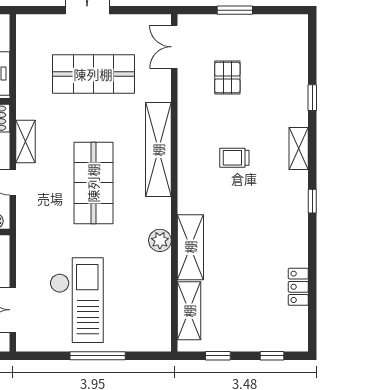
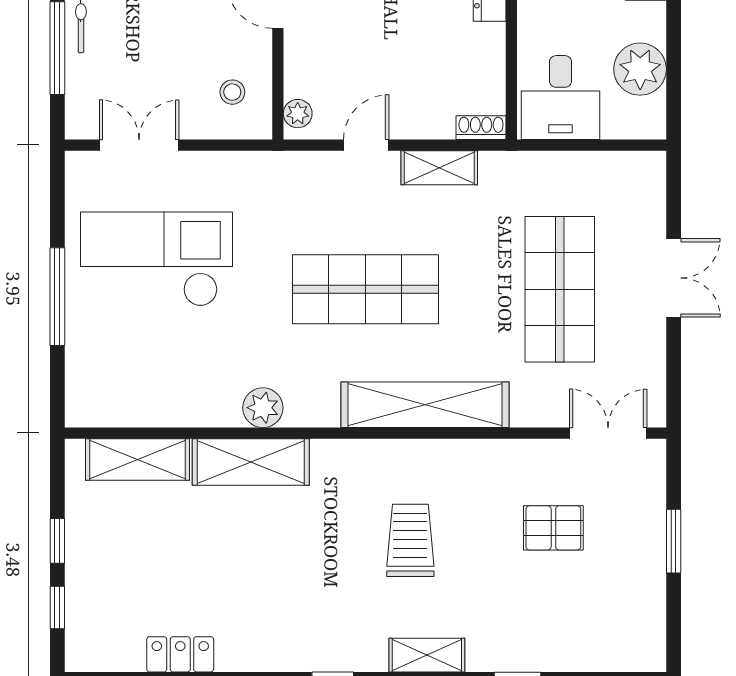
trolley: (234, 158) -> (410, 540), width x1.36, depth x1.39
checkout: (77, 300) -> (157, 259), turned 180
window: (218, 356) -> (57, 541), moved

